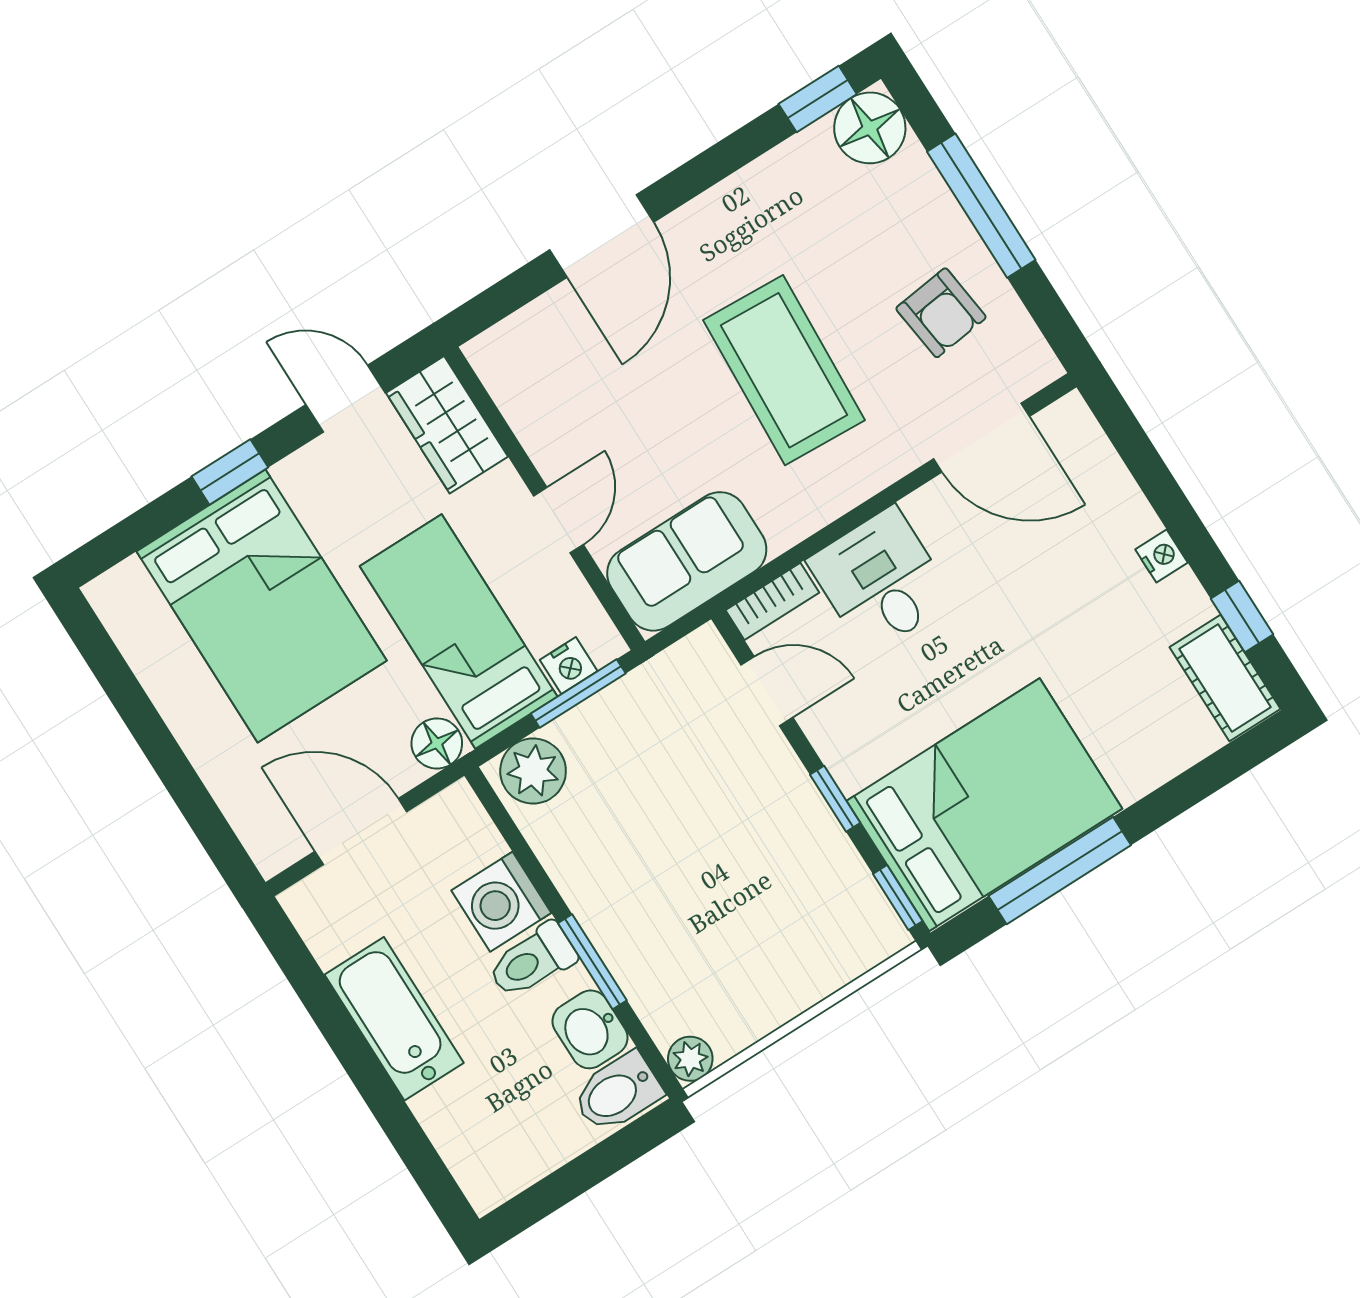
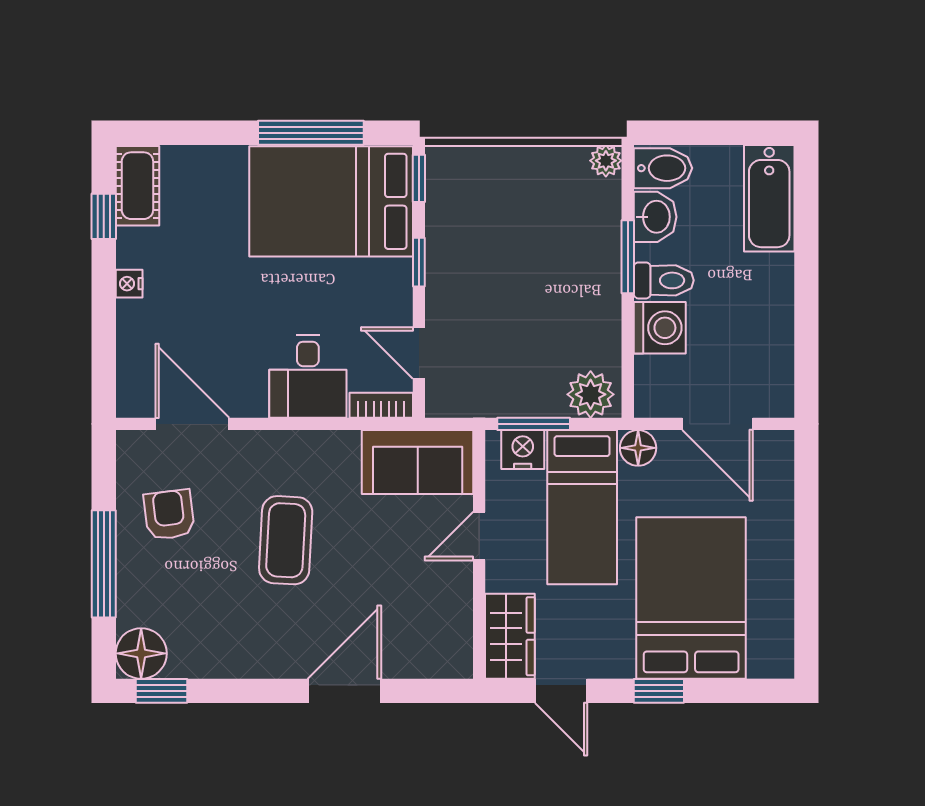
coffee table: (784, 370) -> (286, 540), width x0.73, depth x0.76
nightstand: (569, 666) -> (523, 450), width x1.39, depth x1.35
bathtub: (394, 1019) -> (769, 198), moved

